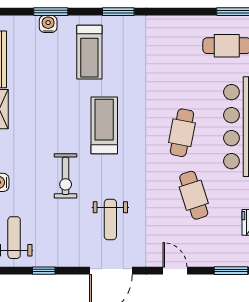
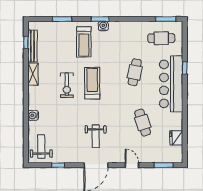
water cooler: (48, 24) -> (103, 26), moved
cafe table: (182, 133) -> (135, 72), moved
exercise bike: (66, 176) -> (67, 85), moved

